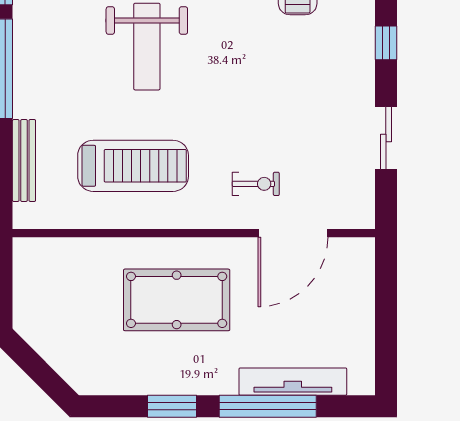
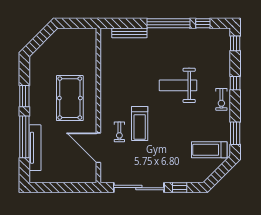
sliding door: (386, 138) -> (139, 188), width x1.86
treadmill: (133, 166) -> (140, 124), moved, width x0.73, depth x0.73

